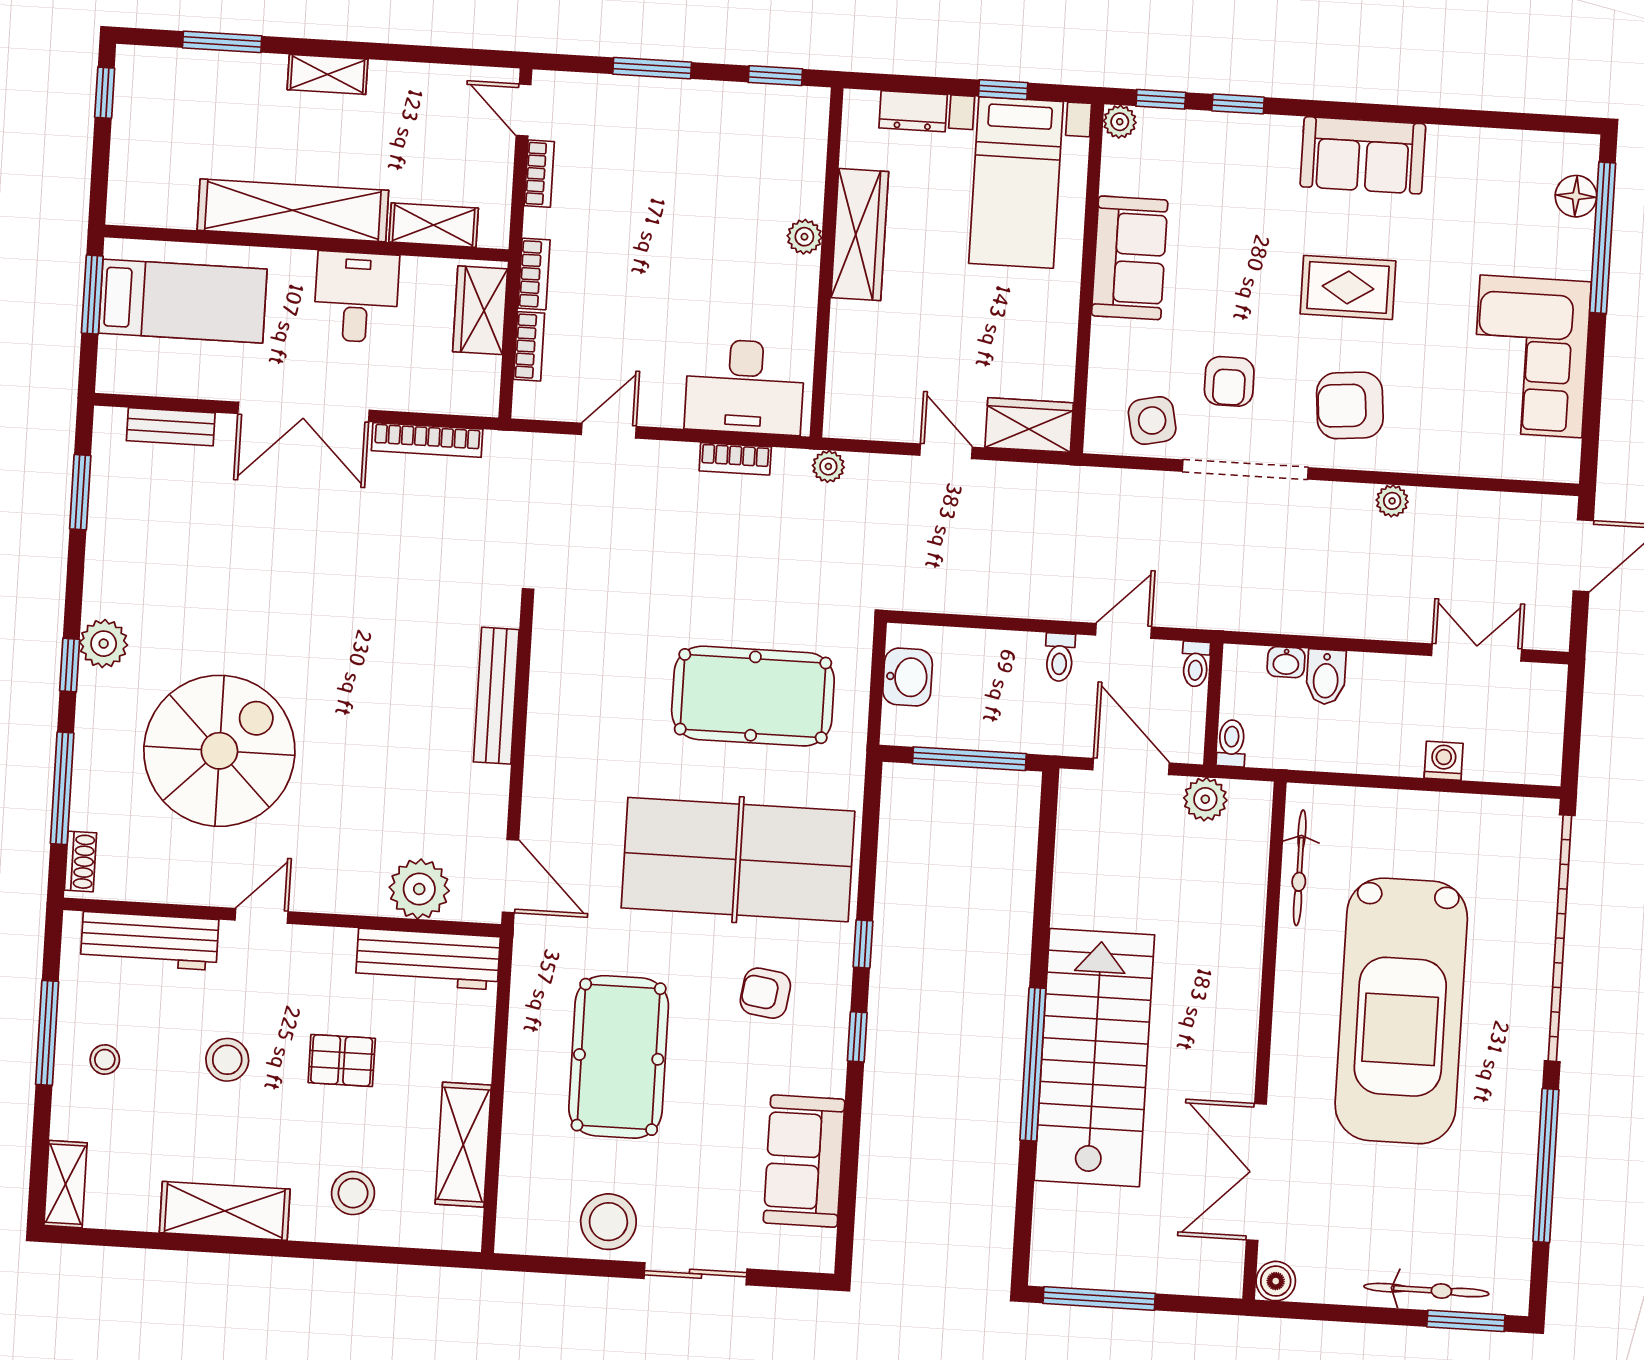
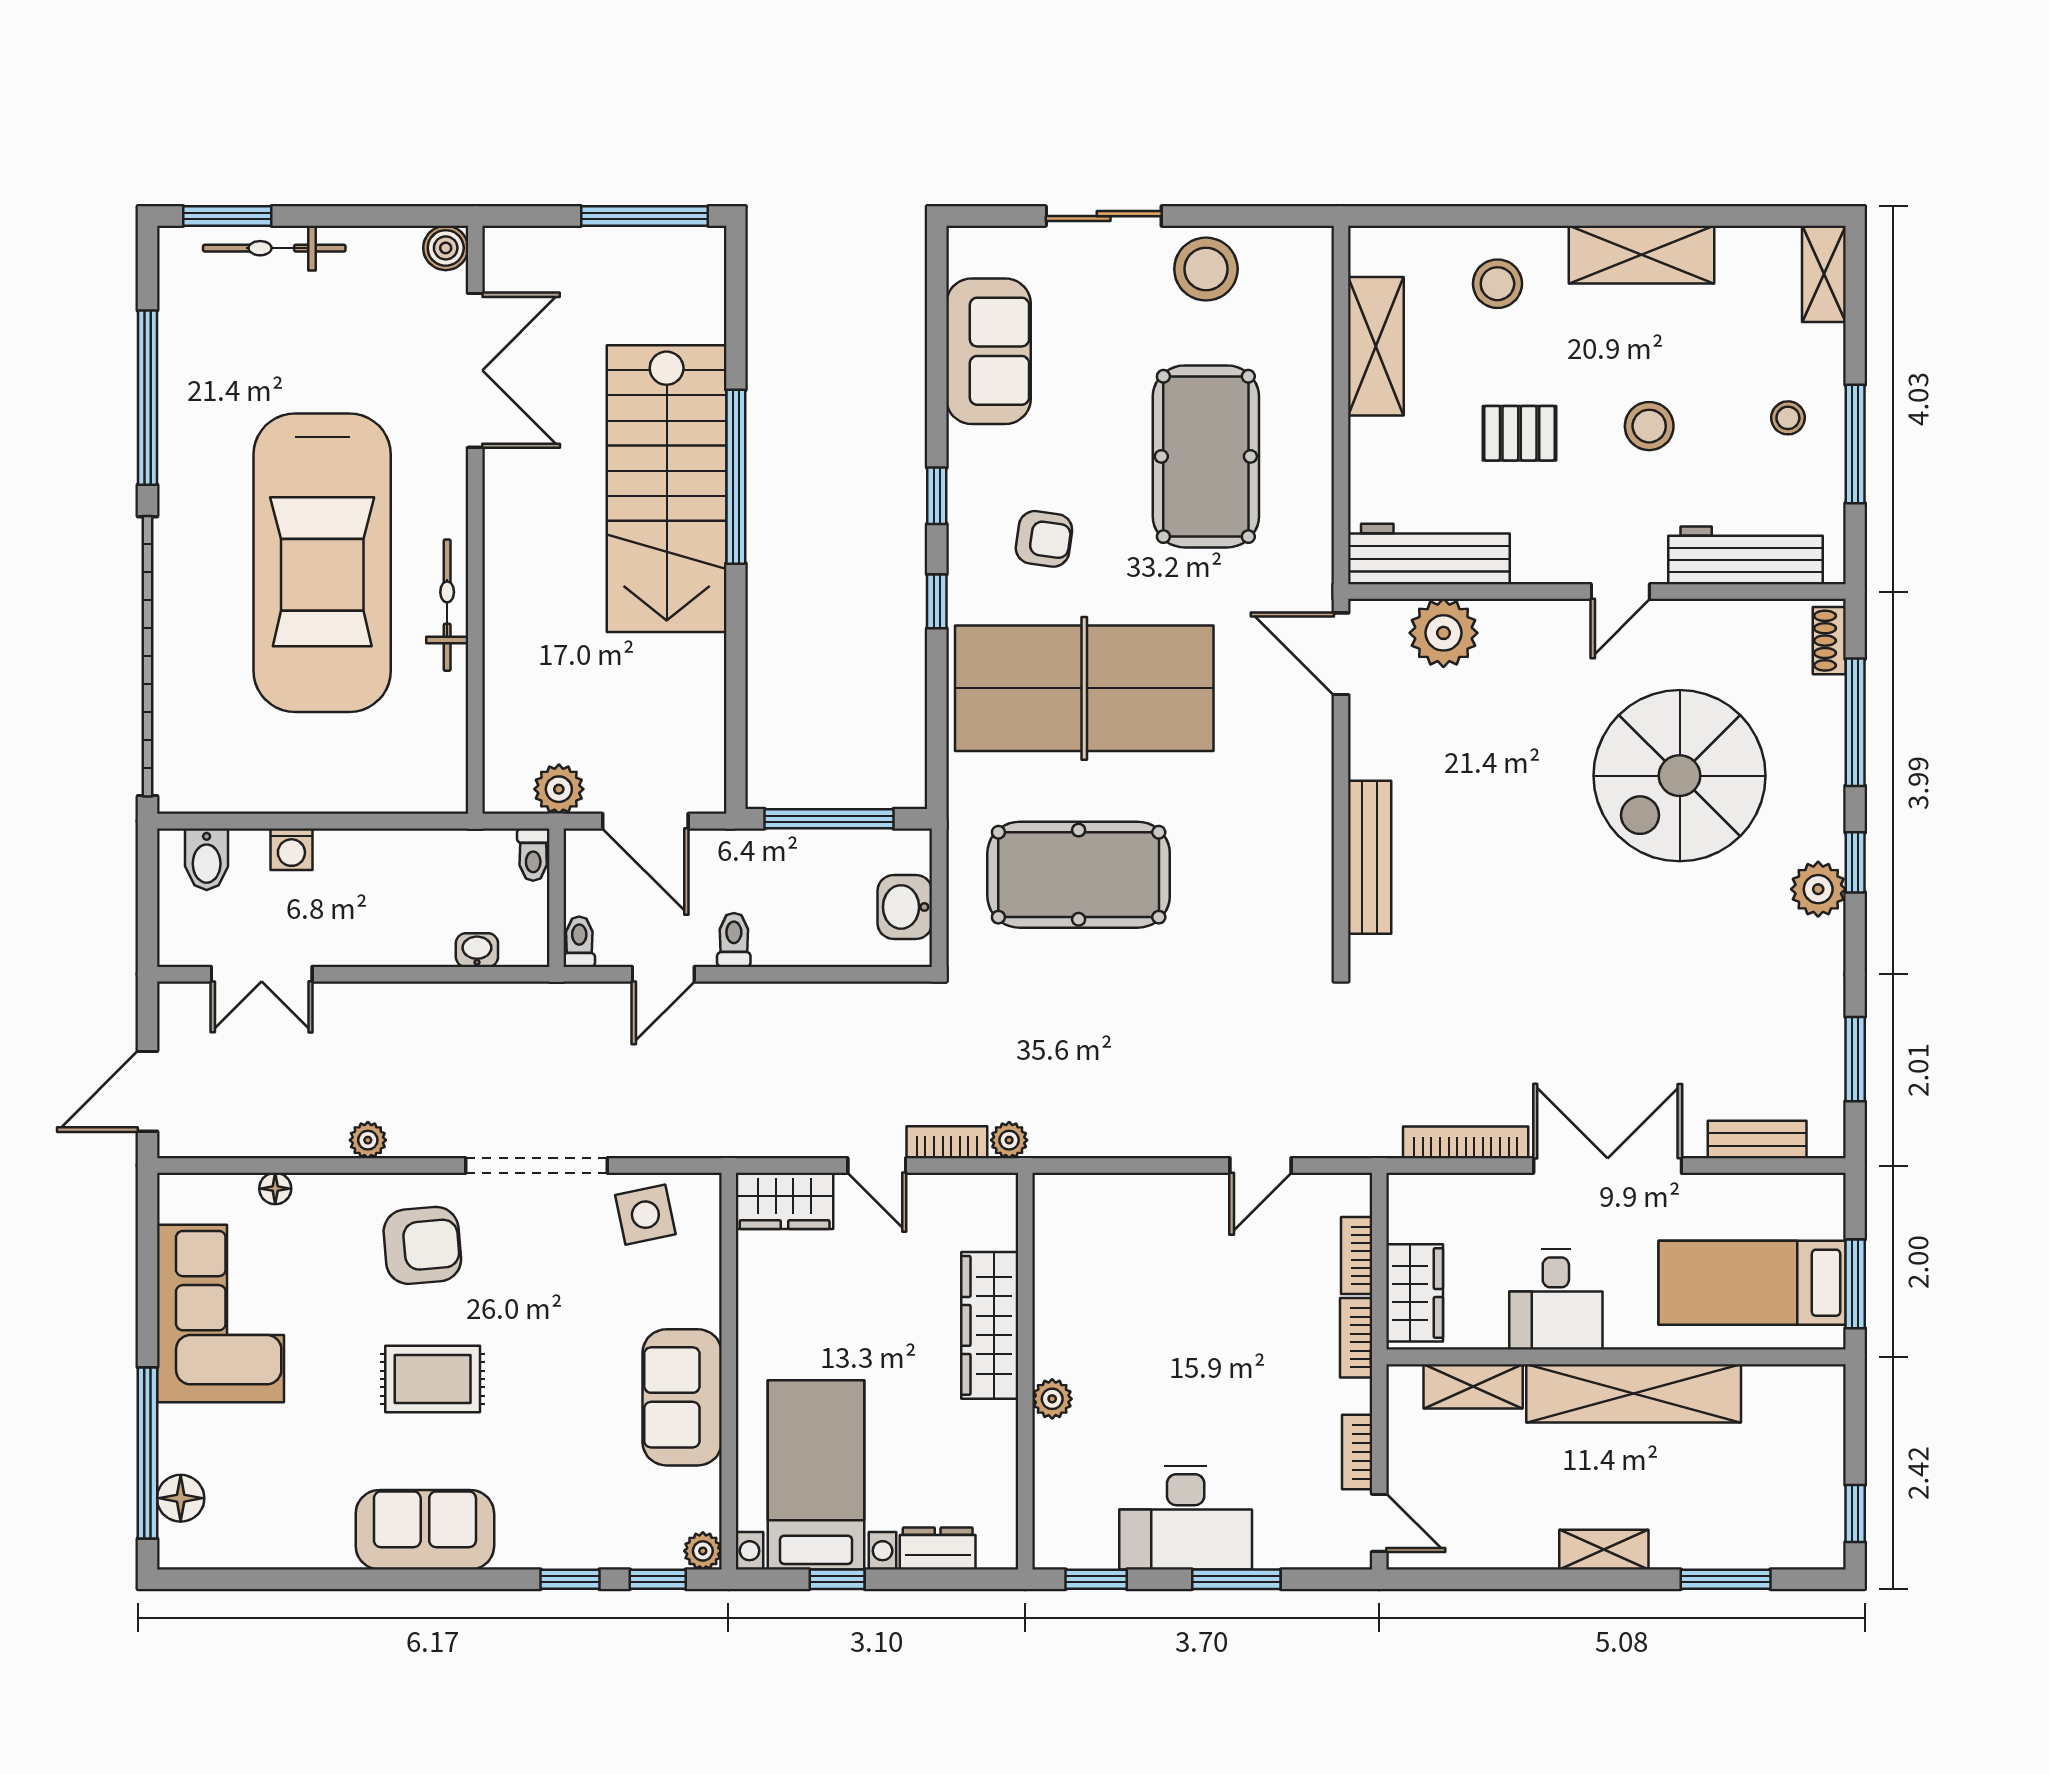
wardrobe: (860, 235) -> (990, 1325), moved
armchair: (1229, 381) -> (561, 1264), removed
desk: (745, 387) -> (1186, 1518), moved, turned 180
bookcase: (735, 459) -> (947, 1142), moved
floor lamp: (1476, 463) -> (275, 1189), added
bidet: (1326, 677) -> (207, 859), moved, turned 180
bicycle: (1300, 868) -> (447, 605), moved
car: (1401, 1011) -> (322, 563), turned 180

